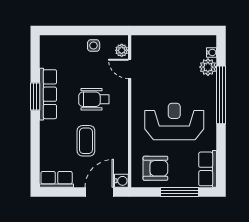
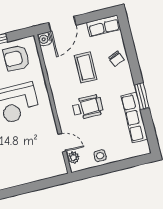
row of seats: (48, 94) -> (134, 117), moved
chair: (52, 142) -> (116, 59), added

